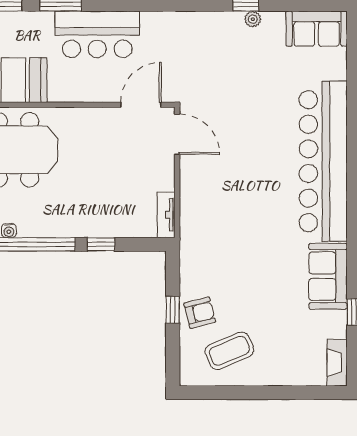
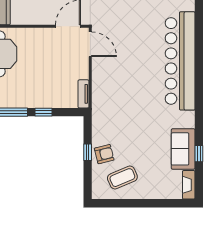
sofa: (328, 276) -> (183, 149), moved

